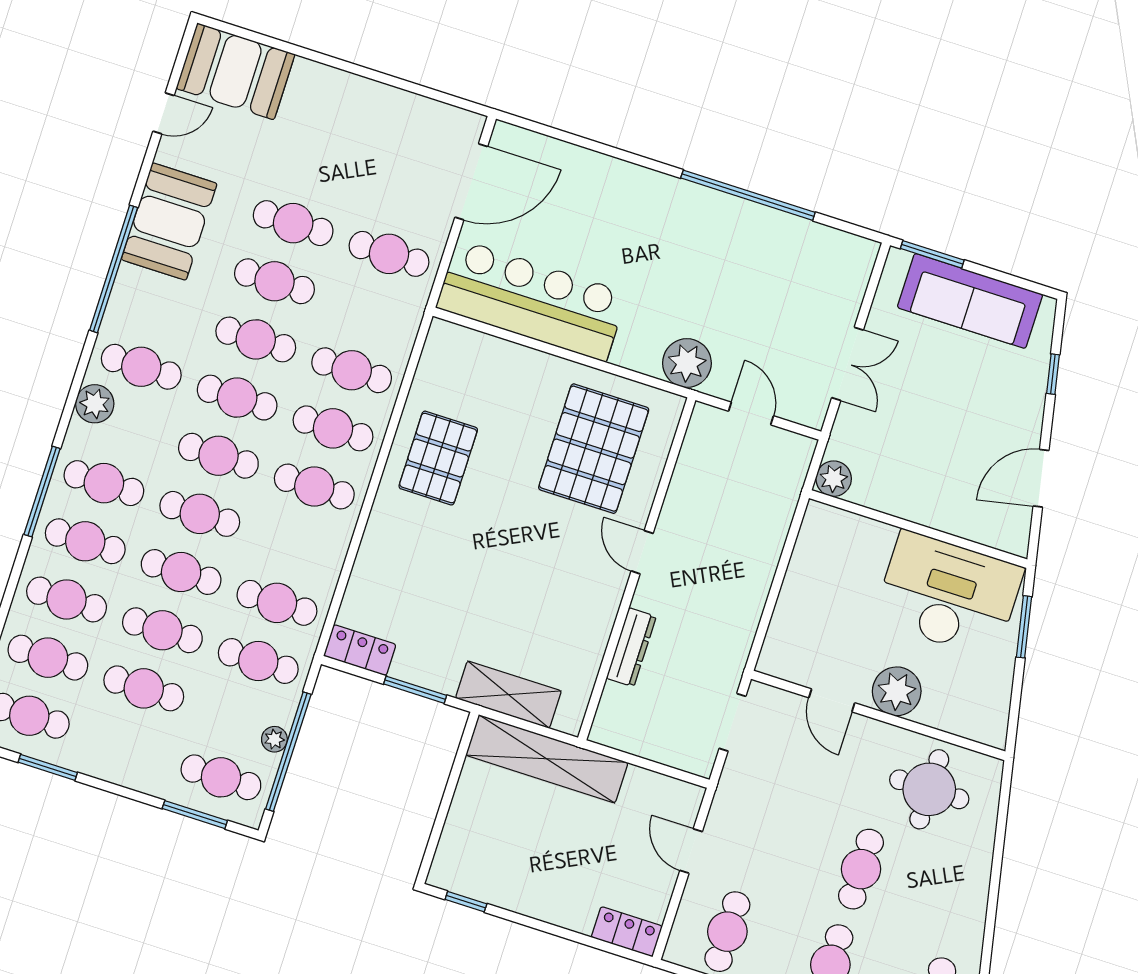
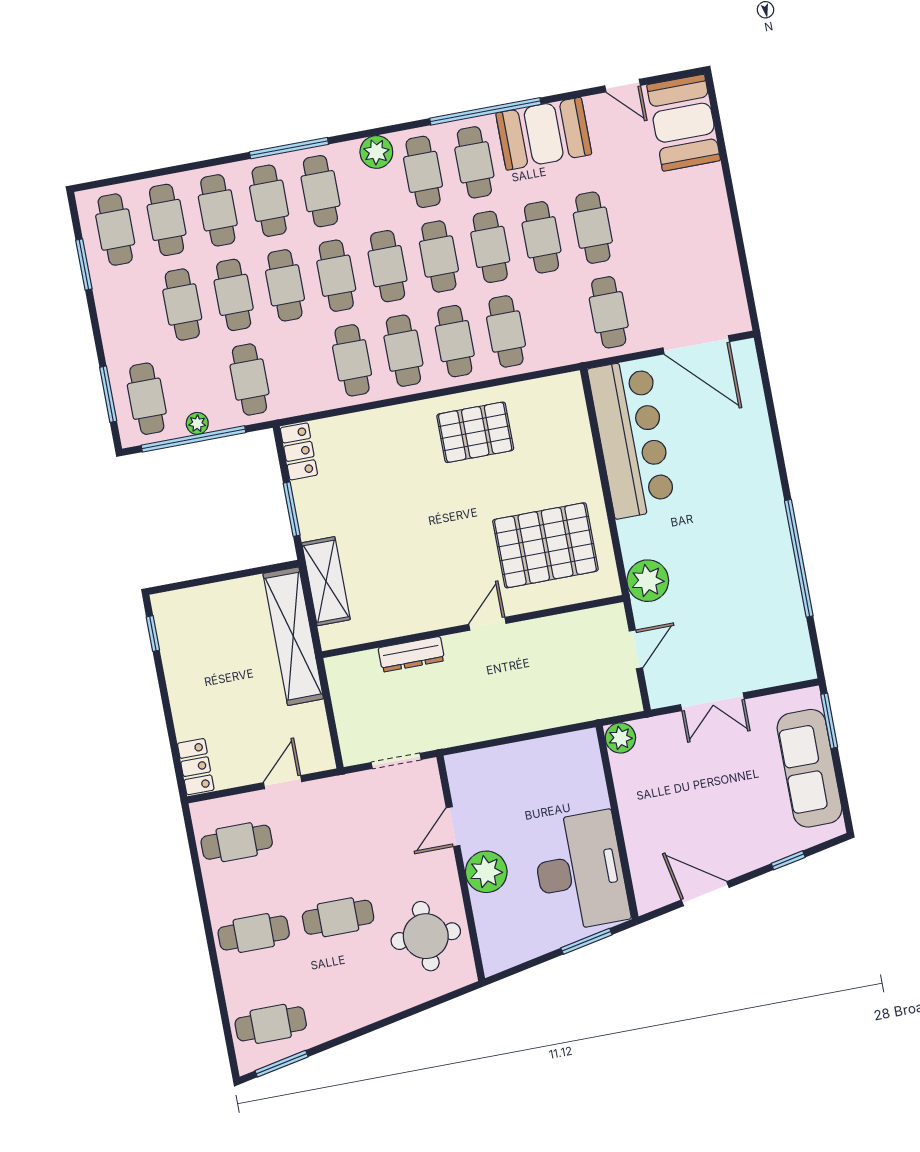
cafe table: (160, 309) -> (474, 162), added
cafe table: (277, 603) -> (352, 360), moved

